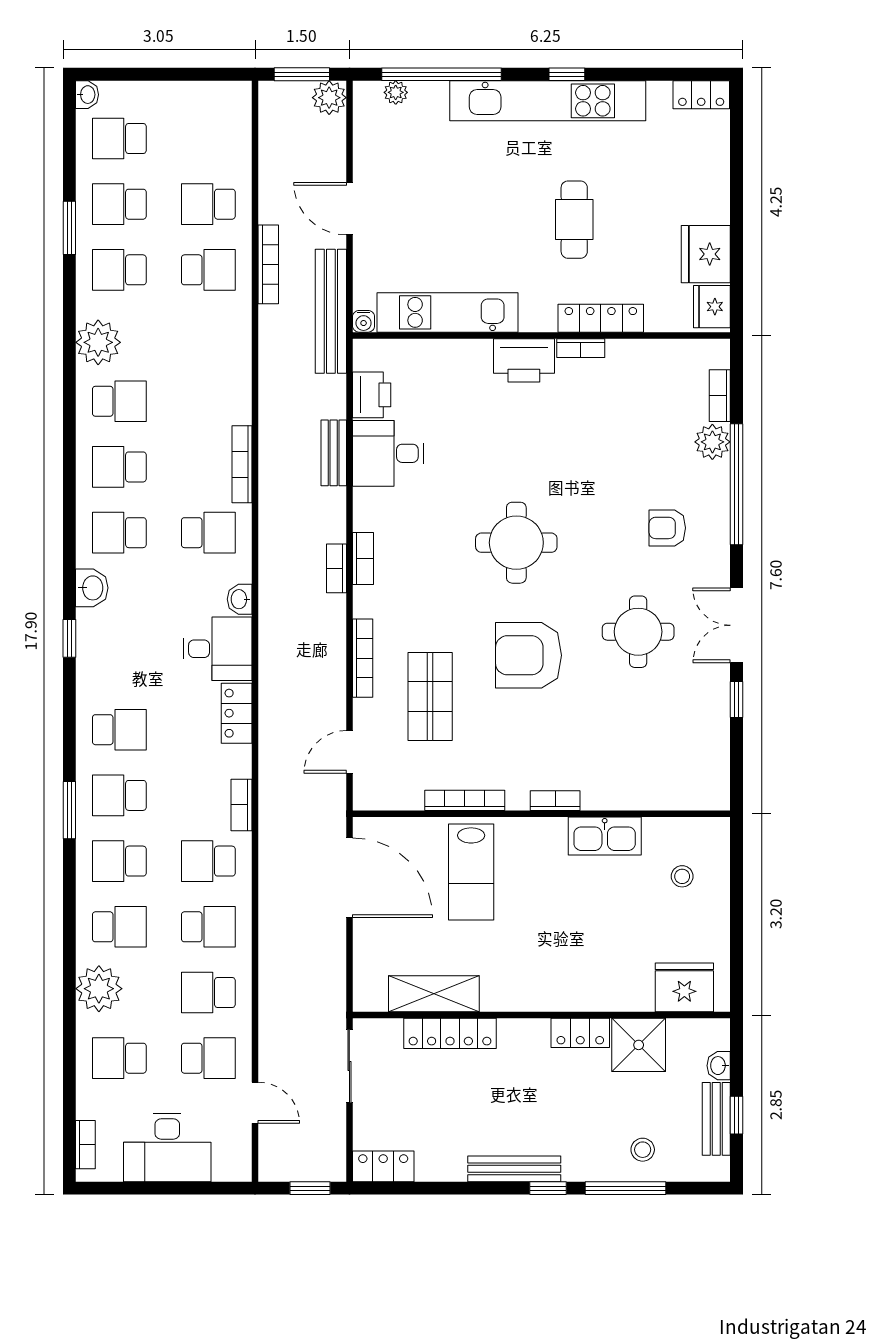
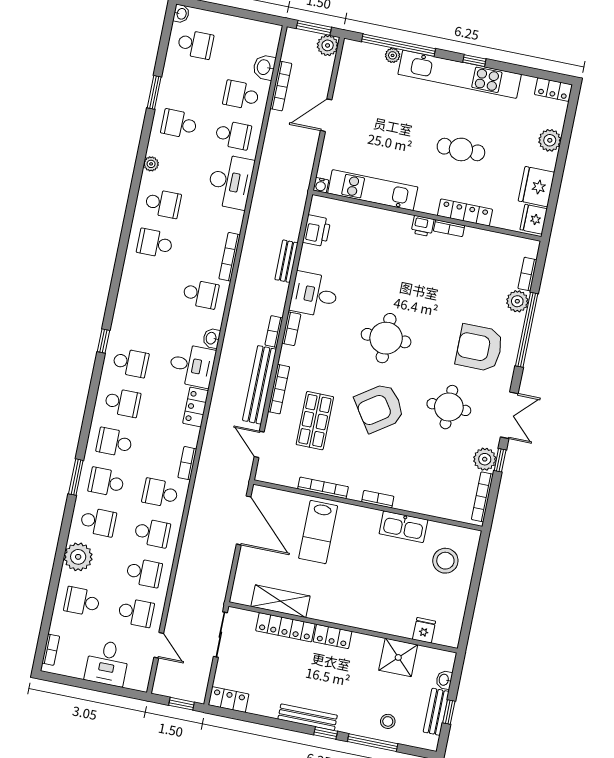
plant: (396, 92) -> (393, 55), moved
school desk: (119, 138) -> (195, 44), turned 180
plant: (712, 176) -> (550, 140), added
school desk: (119, 204) -> (187, 84), removed
door: (349, 209) -> (326, 115), hinge flipped
cafe table: (574, 220) -> (461, 149), turned 90
bookcase: (268, 264) -> (281, 86), moved
bench: (331, 311) -> (260, 385), moved
plant: (98, 342) -> (151, 164), width x0.53, depth x0.53
desk: (219, 345) -> (230, 182), added
printer: (524, 360) -> (423, 226), width x0.53, depth x0.68
desk: (388, 453) -> (314, 295), moved
armchair: (667, 528) -> (479, 348), width x1.88, depth x1.88
school desk: (119, 533) -> (131, 363), moved, turned 180
washbasin: (92, 588) -> (264, 67), moved, turned 180
double door: (736, 625) -> (509, 415), swing flipped
armchair: (528, 655) -> (380, 408), turned -34
plant: (712, 703) -> (485, 459), added
door: (349, 752) -> (259, 444), hinge flipped
bookcase: (720, 763) -> (482, 497), added
window: (69, 810) -> (76, 477), moved
stool: (682, 876) -> (445, 561), width x1.89, depth x1.89
fridge: (684, 987) -> (424, 630), width x0.53, depth x0.75
school desk: (208, 992) -> (144, 573), turned 180
locker: (580, 1033) -> (332, 636), moved
desk: (167, 1148) -> (107, 663), width x0.73

